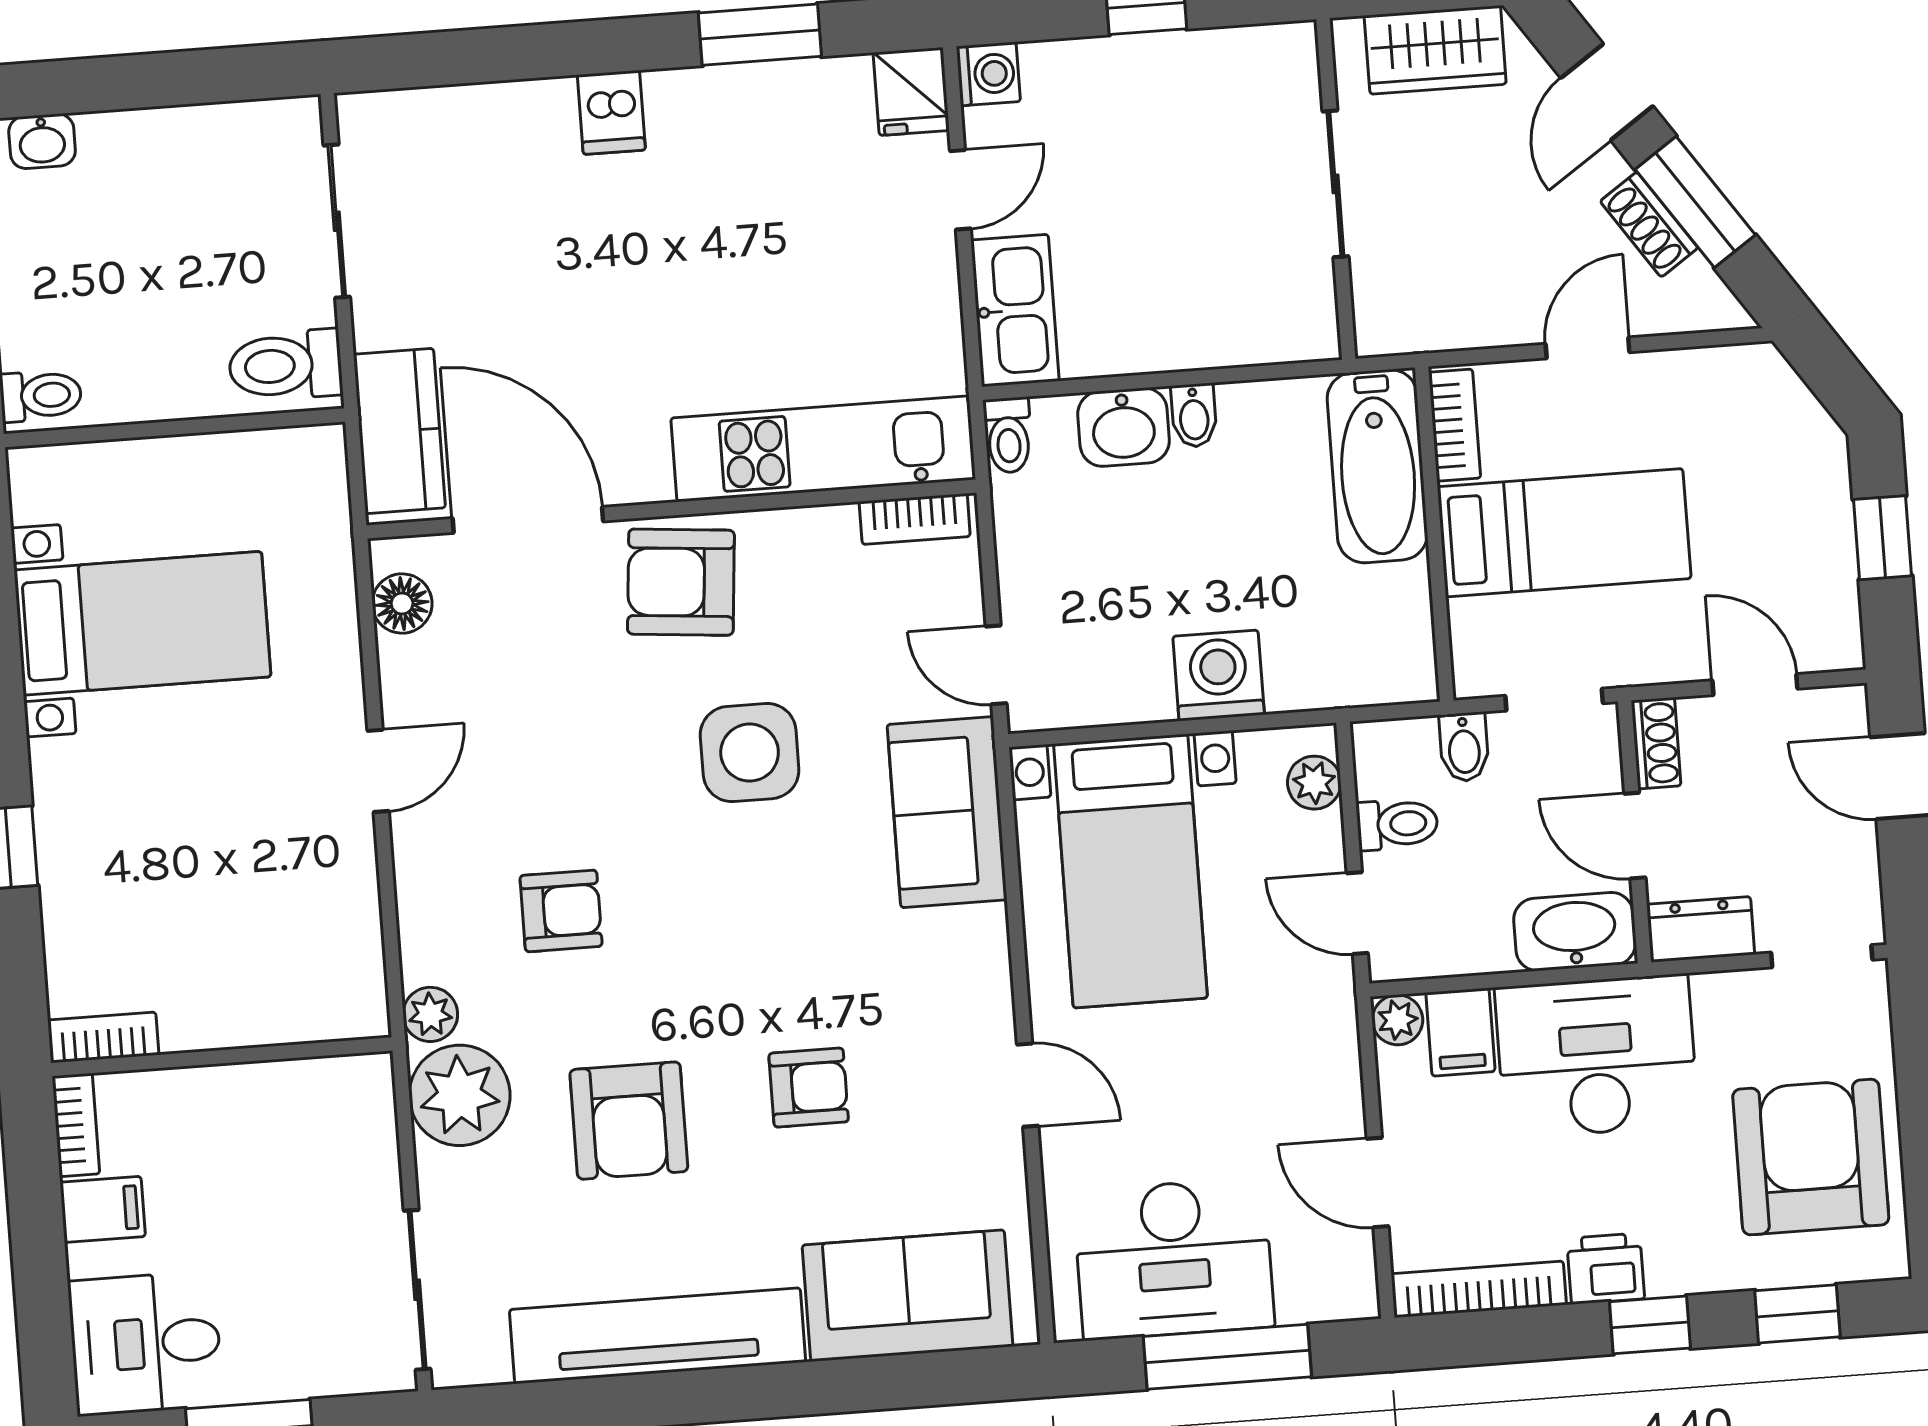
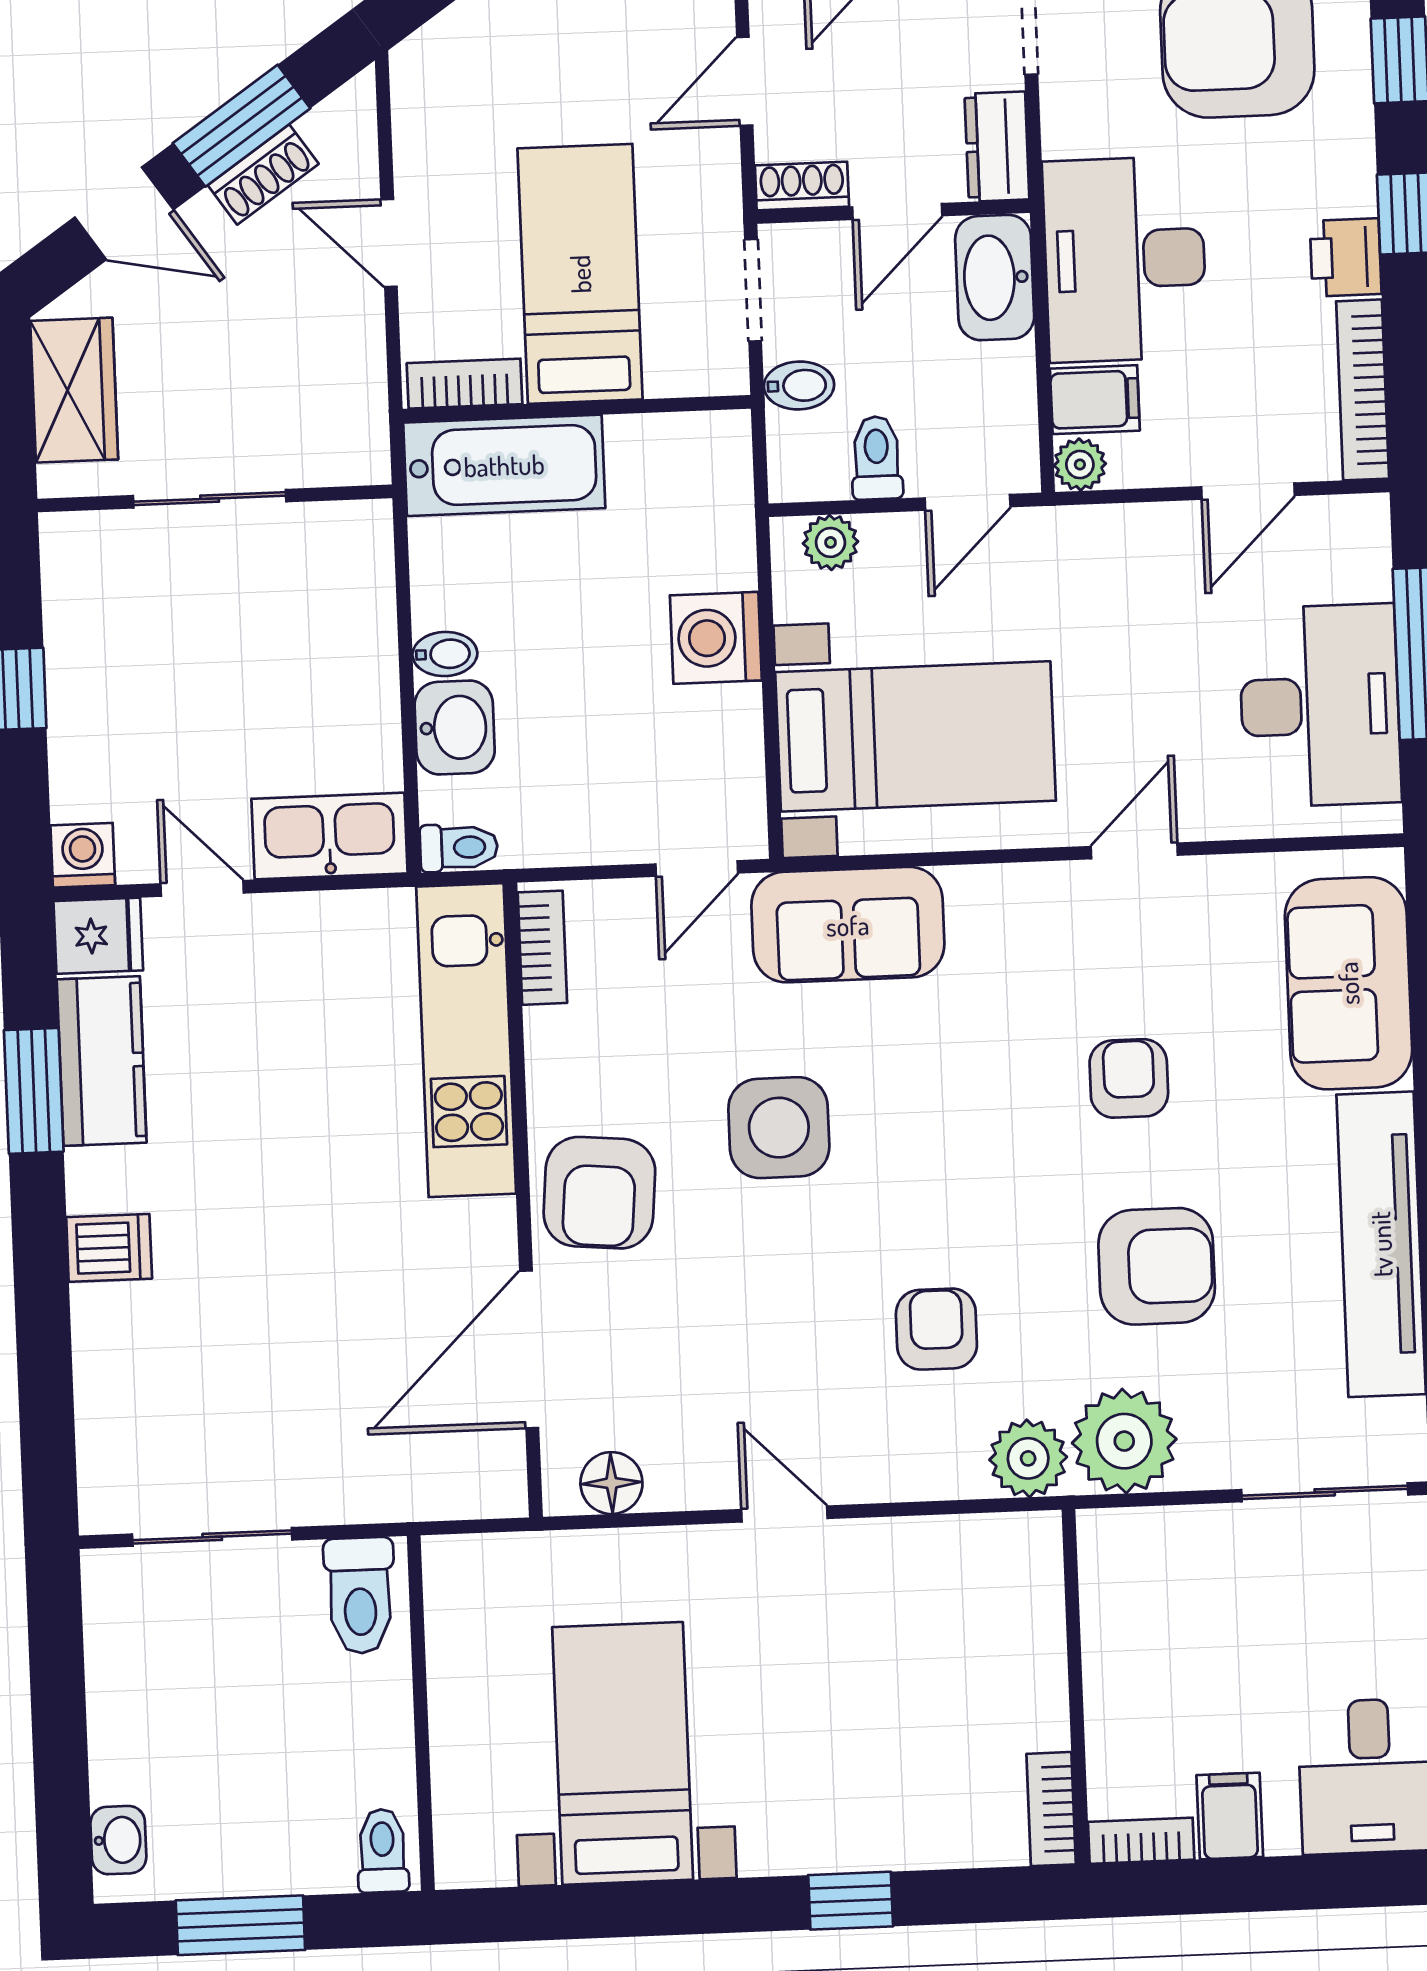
kitchen counter: (399, 431) -> (102, 1061), moved, turned 90
plant: (430, 1014) -> (1028, 1458), width x1.38, depth x1.38

